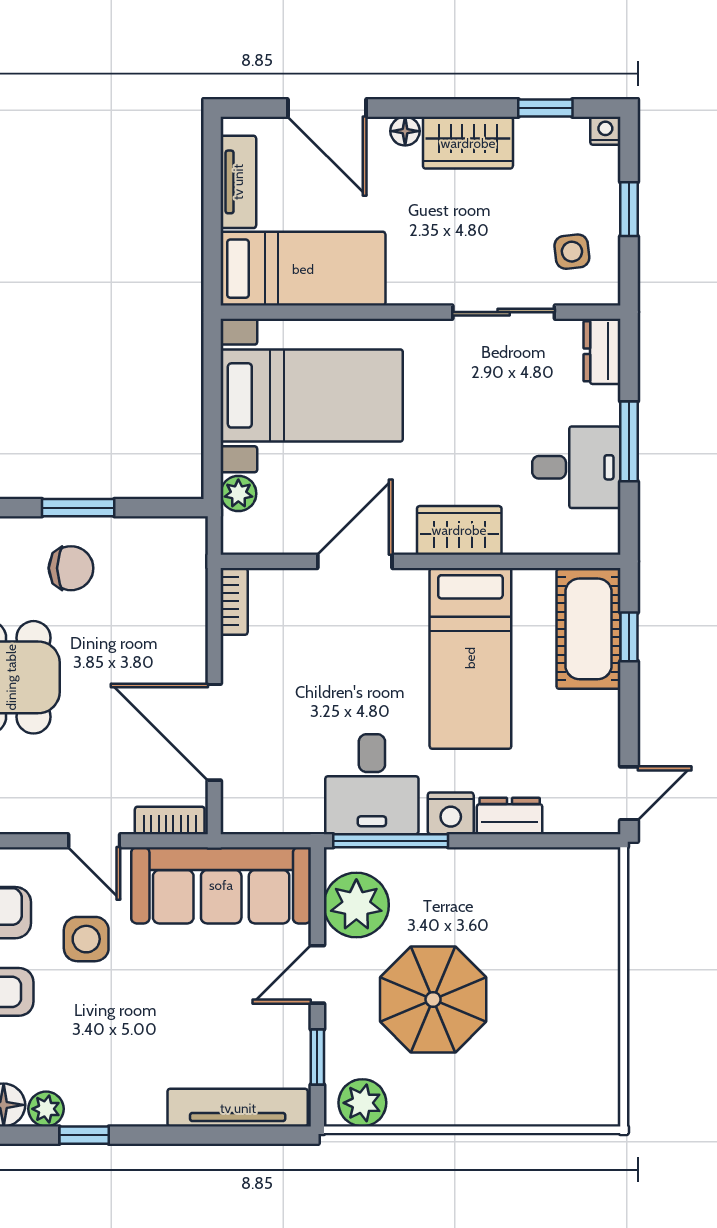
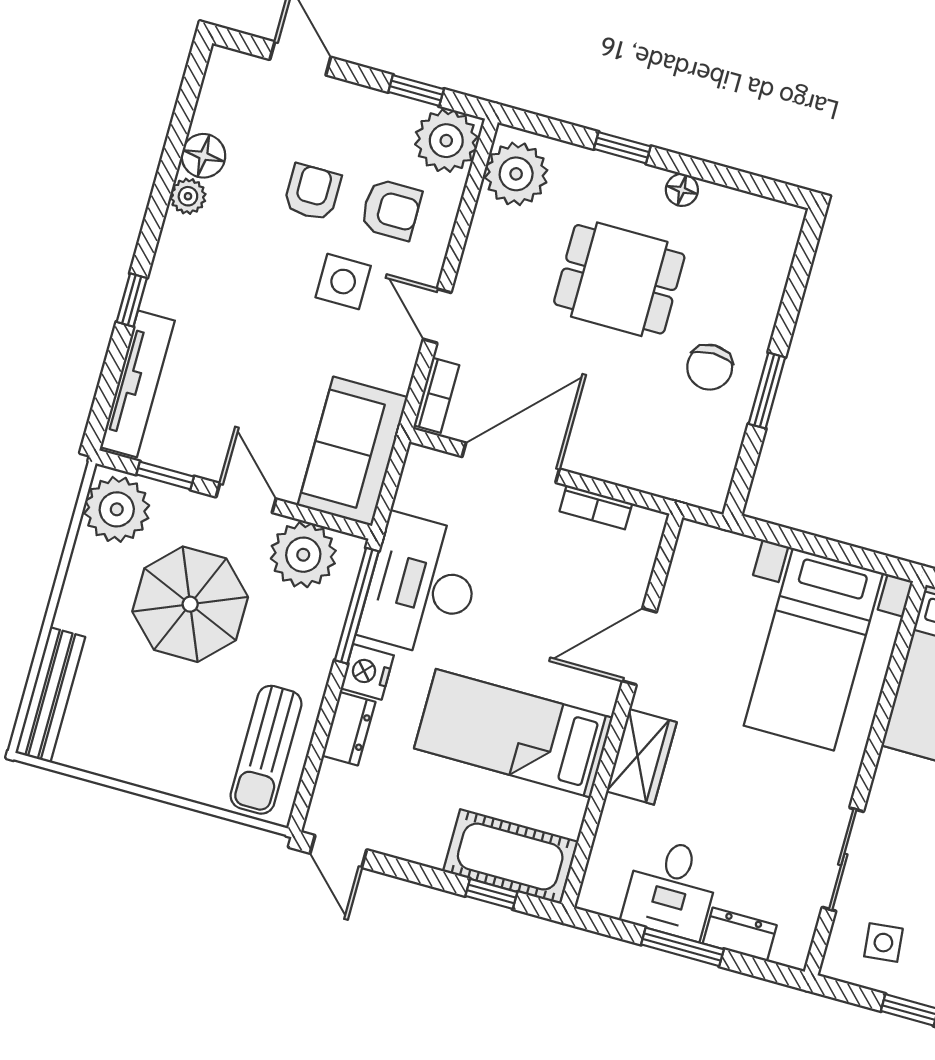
dresser: (602, 351) -> (740, 934), moved
plant: (238, 494) -> (737, 551), removed
door: (355, 561) -> (639, 647), swing flipped
bookcase: (234, 601) -> (596, 507), moved
desk: (372, 784) -> (422, 586), width x1.37
door: (94, 841) -> (437, 316), hinge flipped
sofa: (221, 885) -> (353, 451), width x0.73
sun lounger: (551, 889) -> (266, 750), added
plant: (362, 1103) -> (117, 509), width x1.36, depth x1.36
bench: (556, 1109) -> (50, 695), added
window: (84, 1135) -> (132, 300), moved

